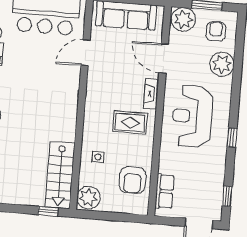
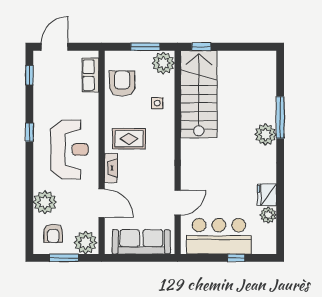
stairs: (60, 175) -> (199, 94), width x1.36, depth x1.51
window: (106, 216) -> (145, 47), added

